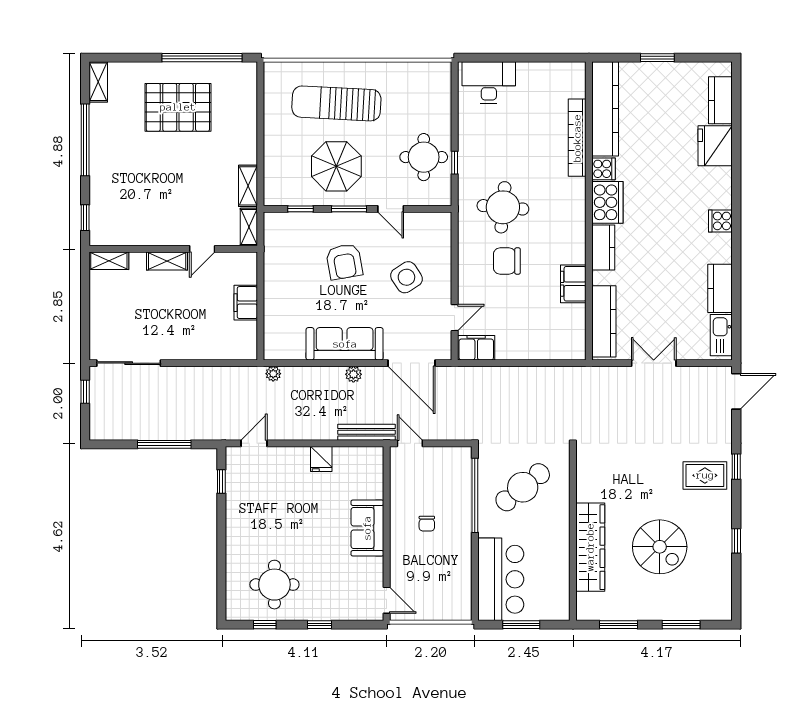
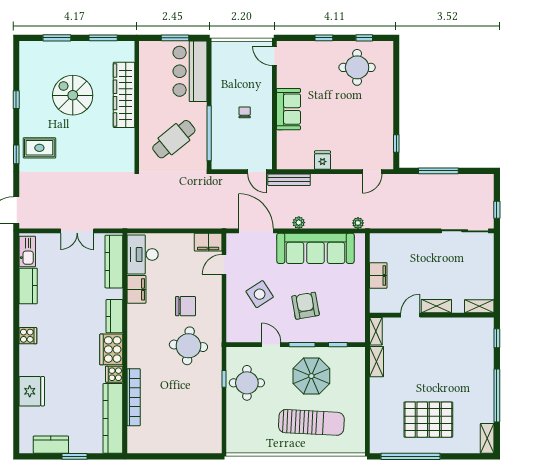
desk: (489, 82) -> (143, 254), moved, turned 90
kitchen counter: (720, 100) -> (51, 445), moved, turned -90
sofa: (345, 344) -> (316, 248), width x1.36, depth x1.27

